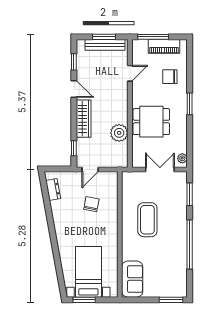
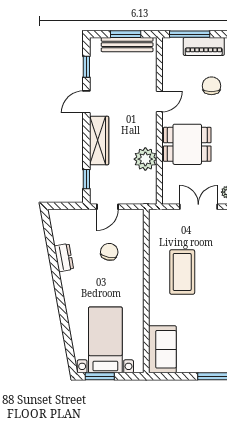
door: (130, 73) -> (159, 101), moved
chair: (170, 77) -> (211, 86), turned 90
door: (74, 89) -> (86, 102), swing flipped
dresser: (53, 189) -> (64, 258), moved

